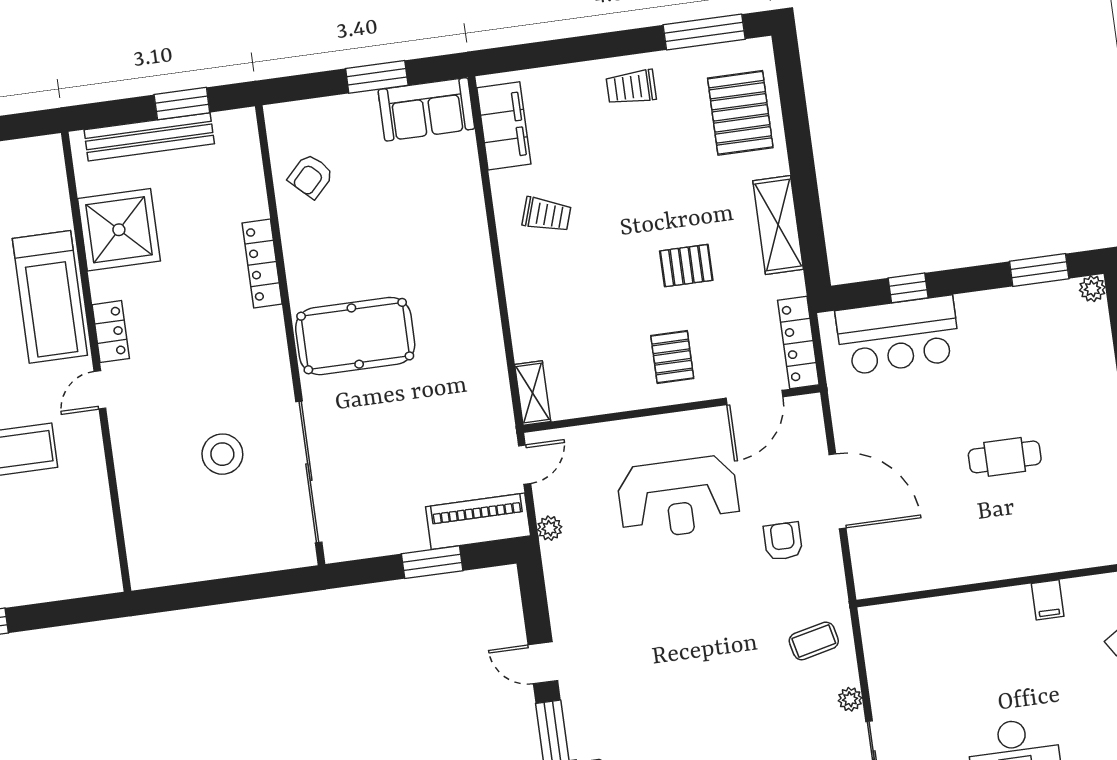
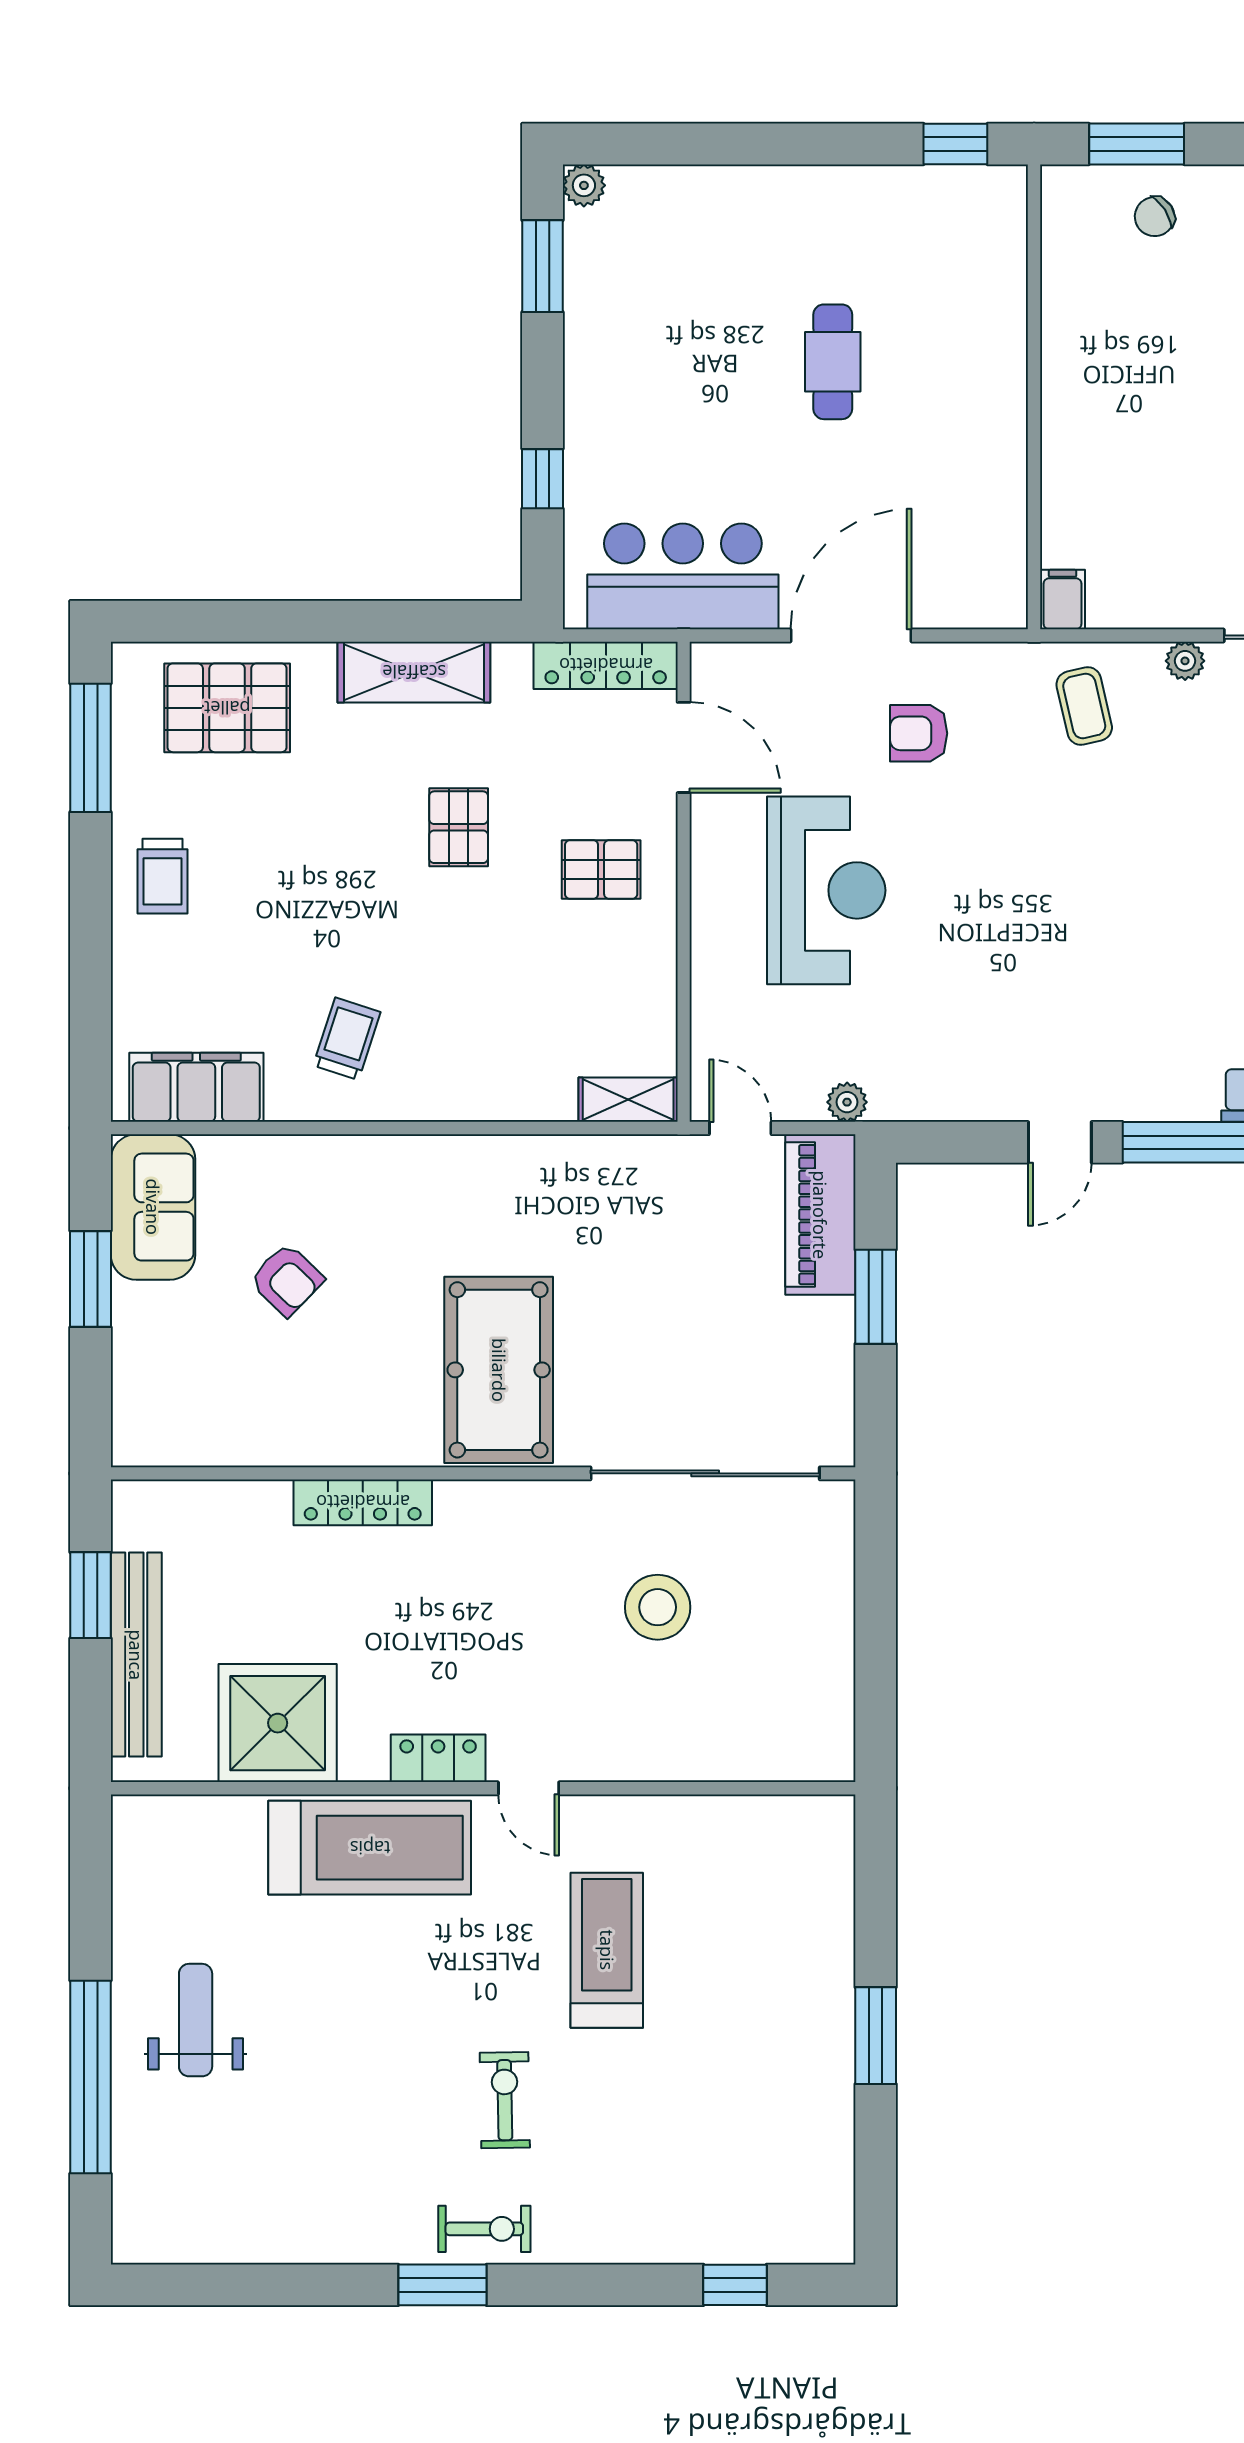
armchair: (311, 176) -> (287, 1280), moved
bar counter: (898, 335) -> (683, 576), moved, turned -90
filing cabinet: (1048, 600) -> (1063, 600), moved, turned -90

